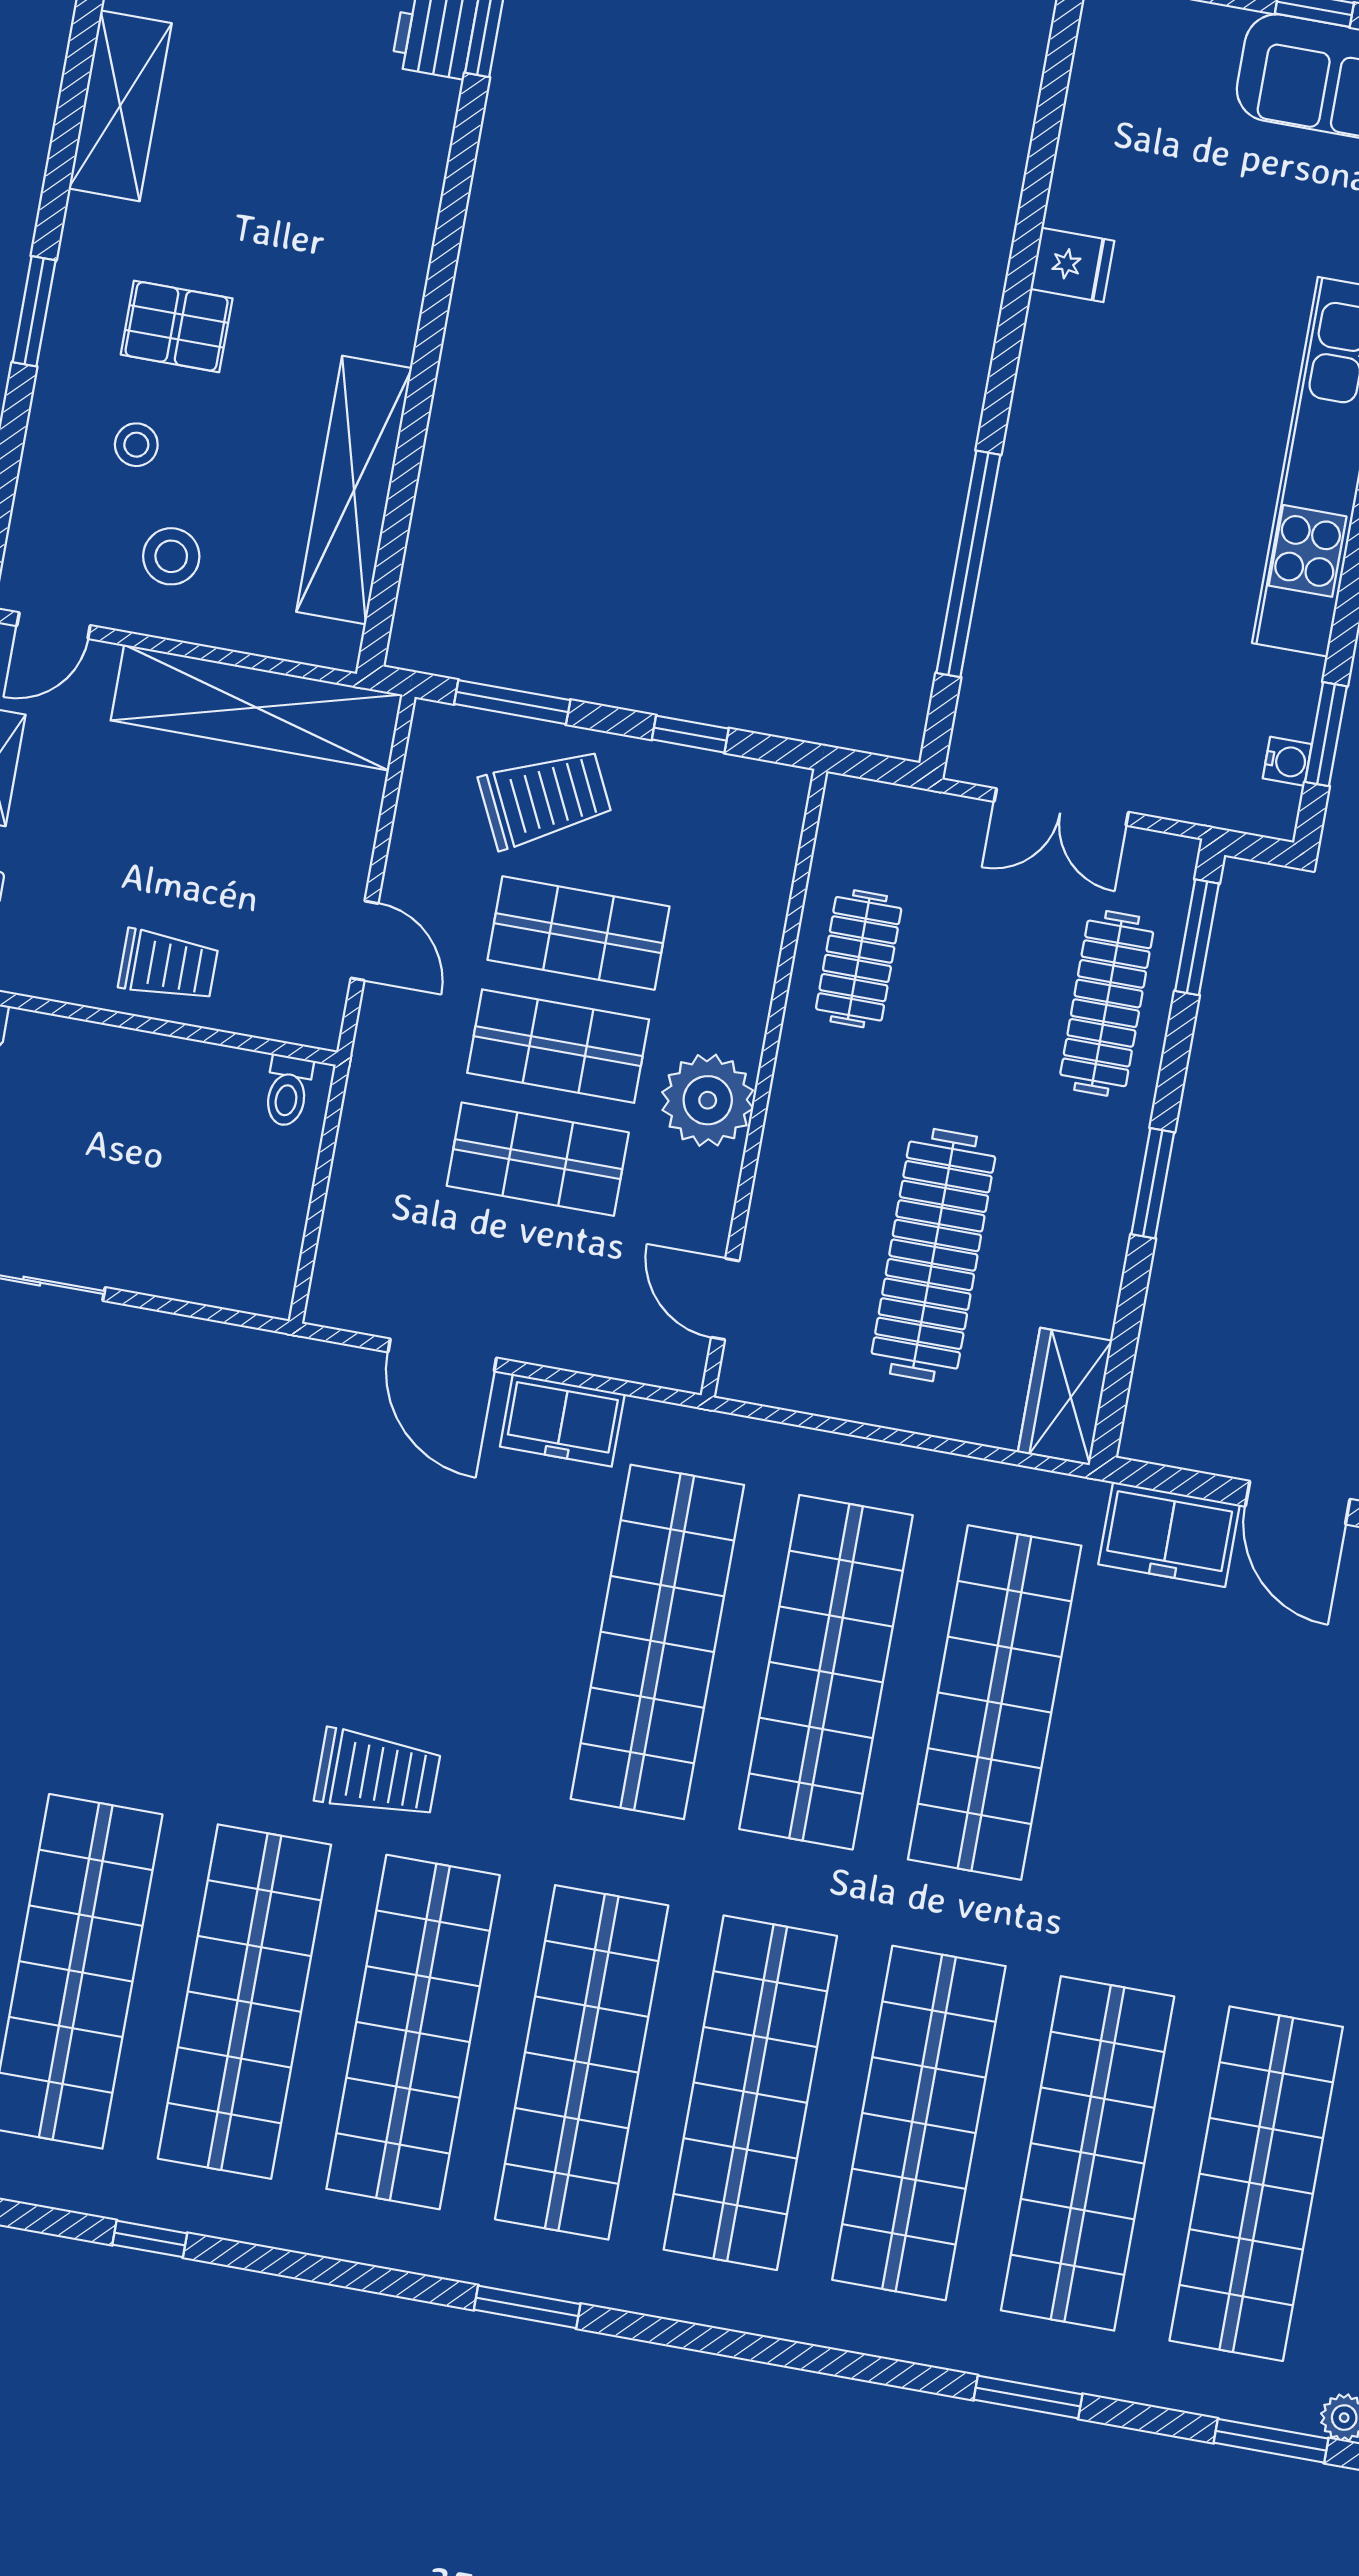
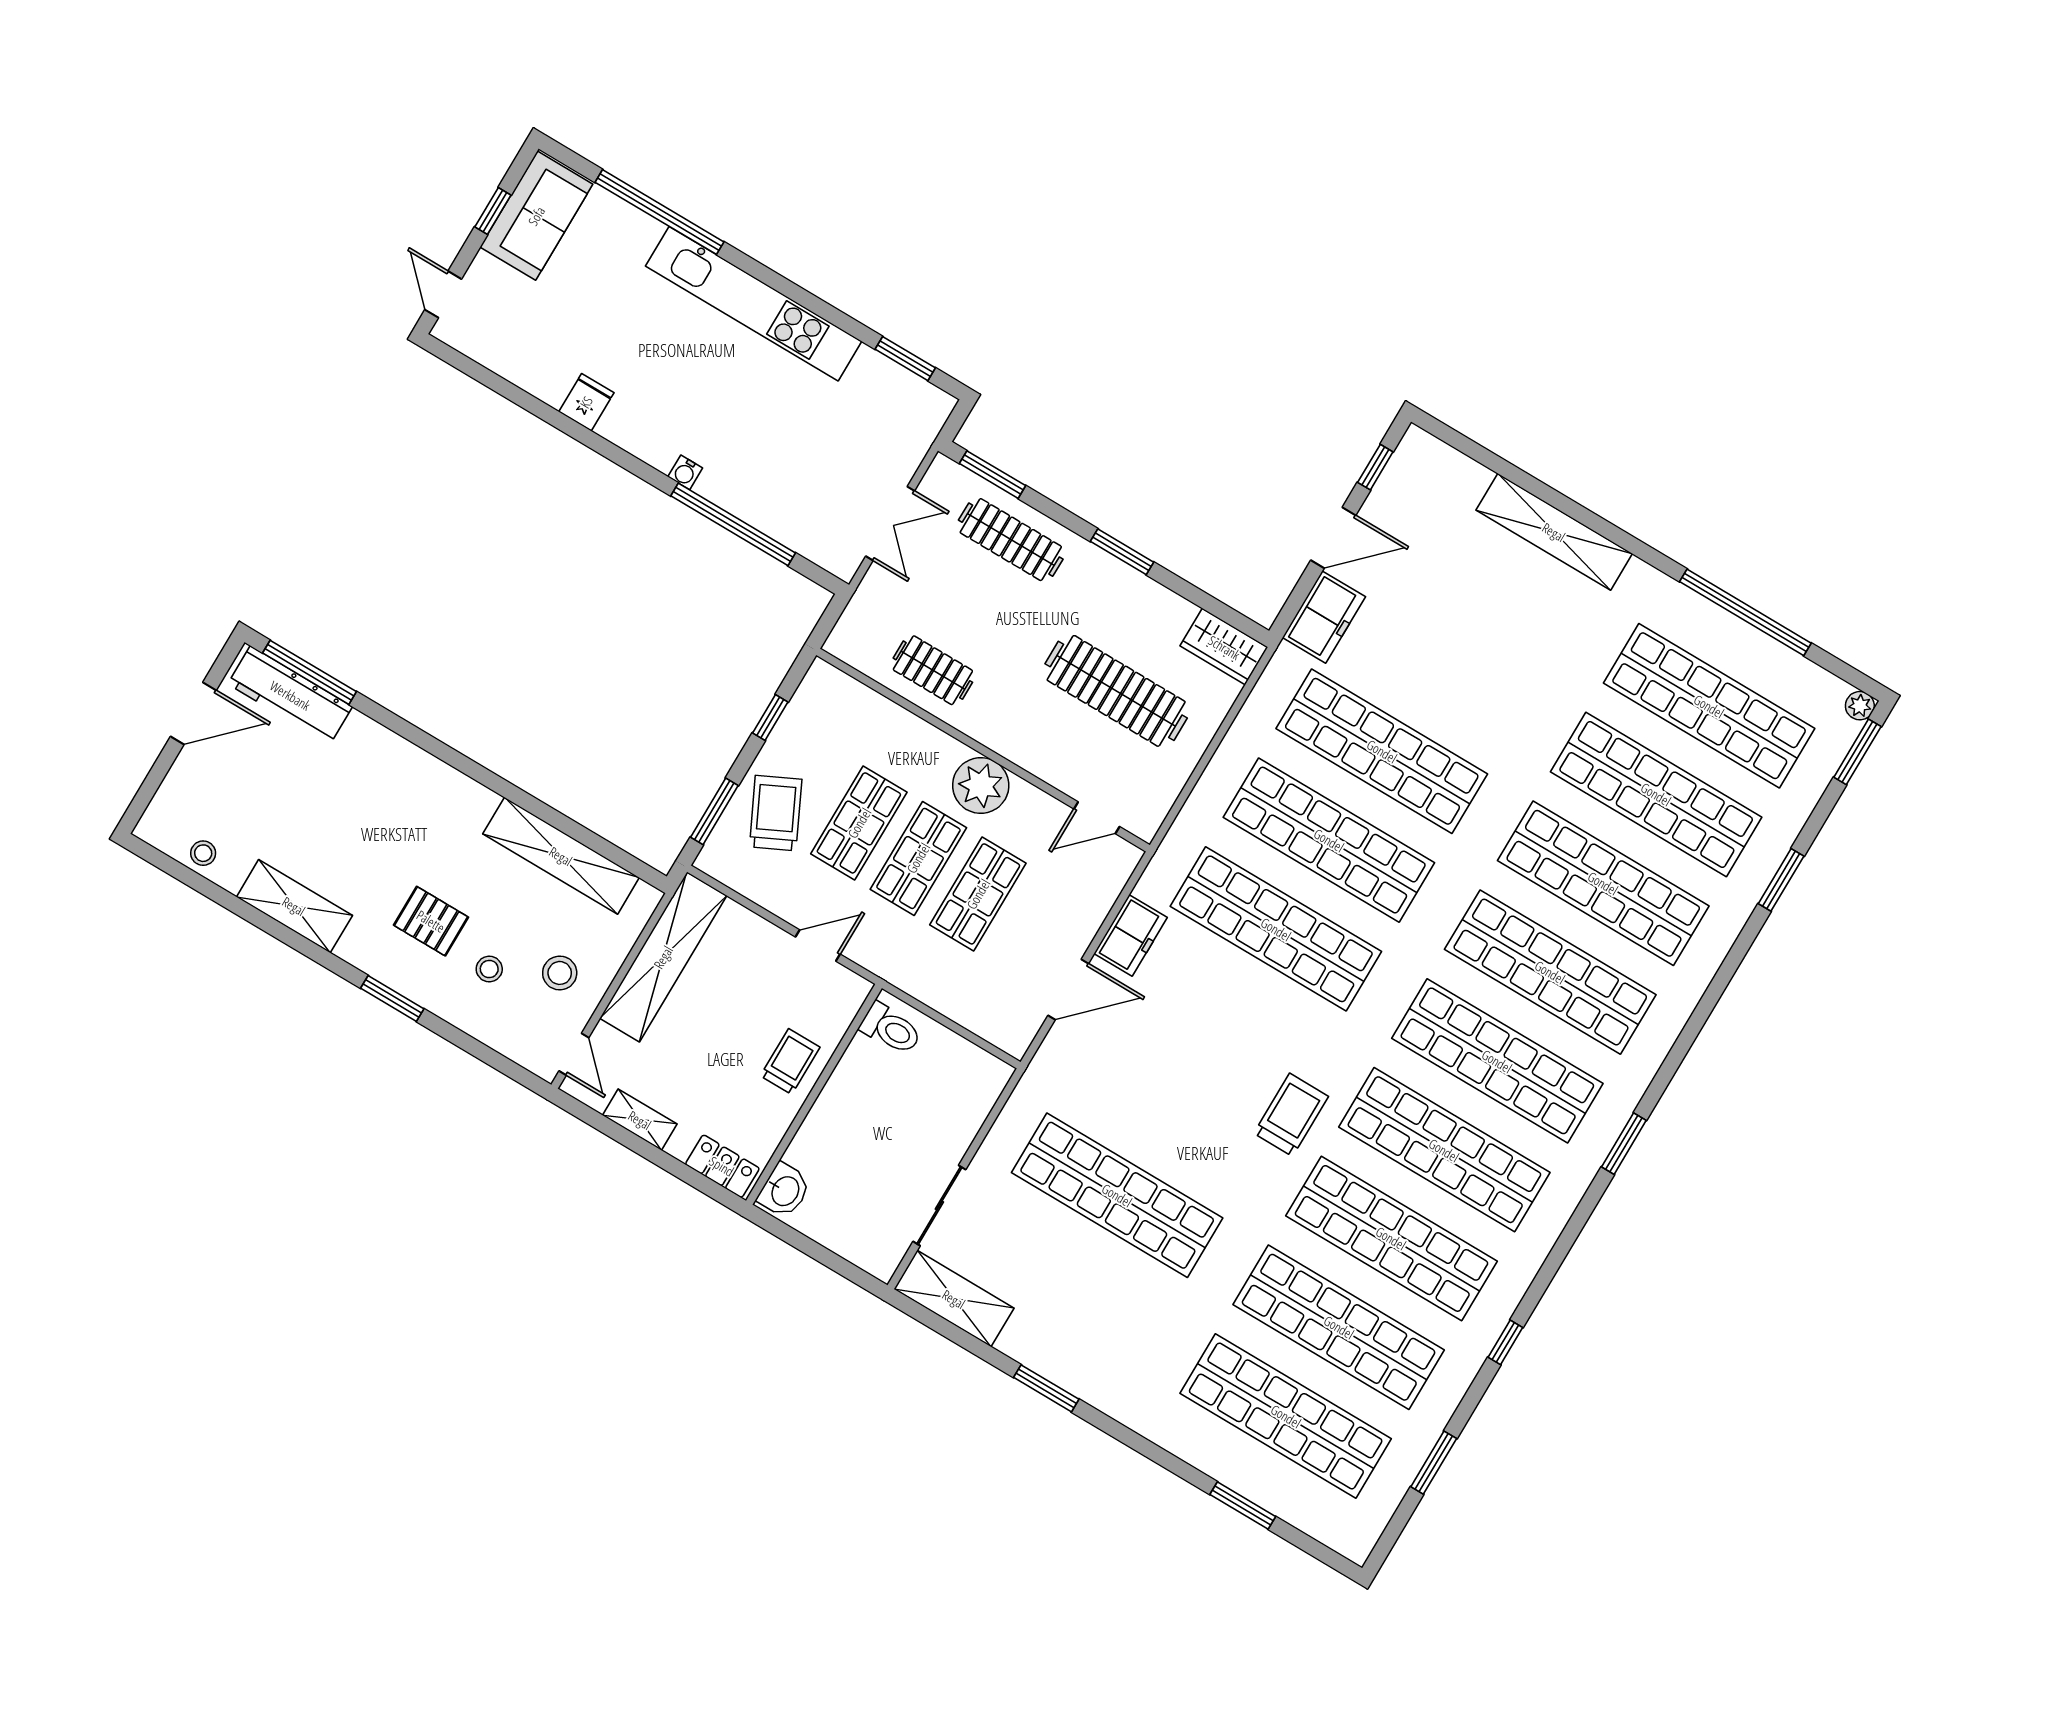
pallet: (177, 326) -> (431, 921), turned 90
water cooler: (1287, 761) -> (685, 472), moved, turned 180
toilet: (288, 1091) -> (891, 1029), width x1.37, depth x1.39
shop shelf: (151, 1551) -> (1117, 1195), added

